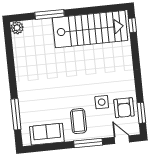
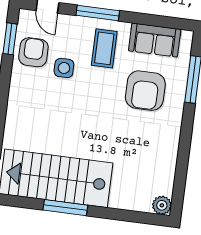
window: (50, 14) -> (65, 208), moved
armchair: (45, 100) -> (145, 91), added

